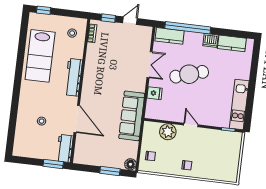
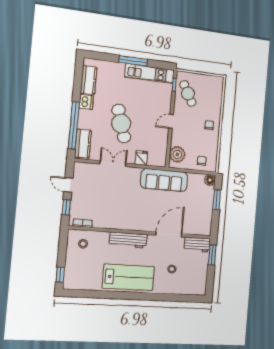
lab bench: (40, 56) -> (128, 277), moved
window: (252, 88) -> (133, 61), added
plant: (168, 132) -> (177, 154), moved
cafe table: (219, 144) -> (188, 93), added

